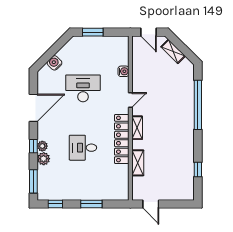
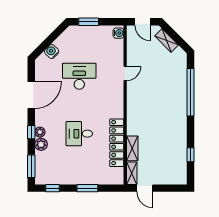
water cooler: (123, 71) -> (118, 33), moved
door: (130, 100) -> (125, 73), moved
shelving: (137, 128) -> (132, 173), moved
locker: (122, 139) -> (117, 143), moved

